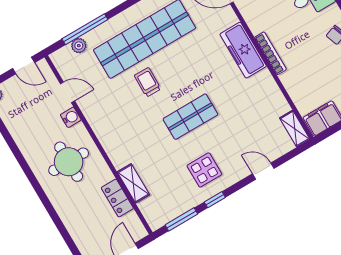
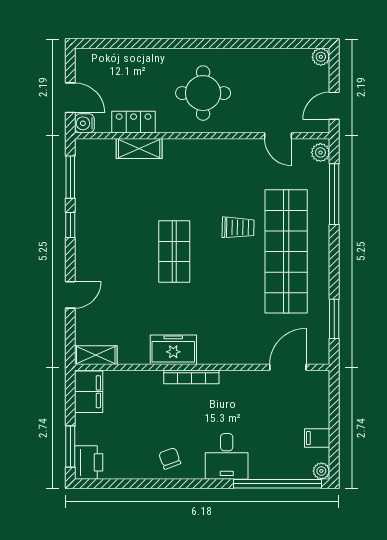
plant: (79, 46) -> (320, 152), moved
freezer: (243, 50) -> (173, 350), moved, width x0.71
door: (67, 92) -> (278, 136), hinge flipped
water cooler: (71, 117) -> (84, 123), moved, turned 90
display table: (204, 170) -> (109, 233), removed

